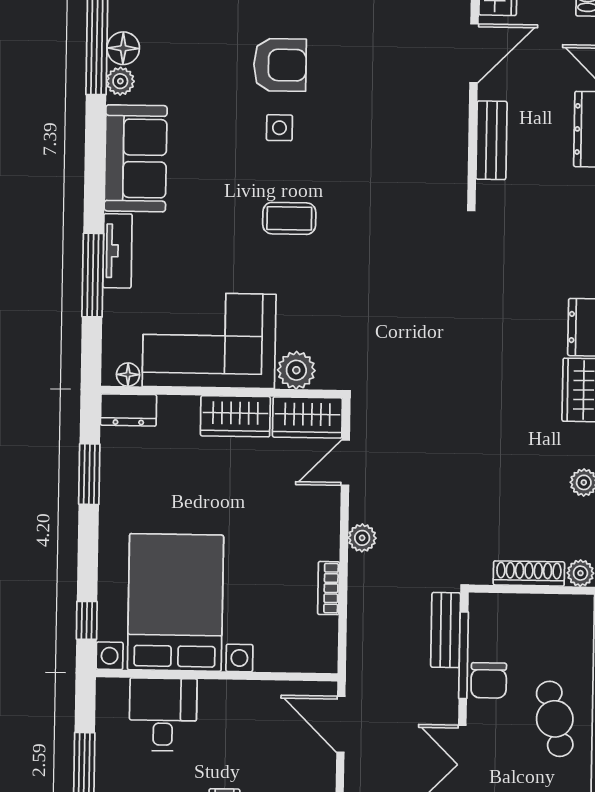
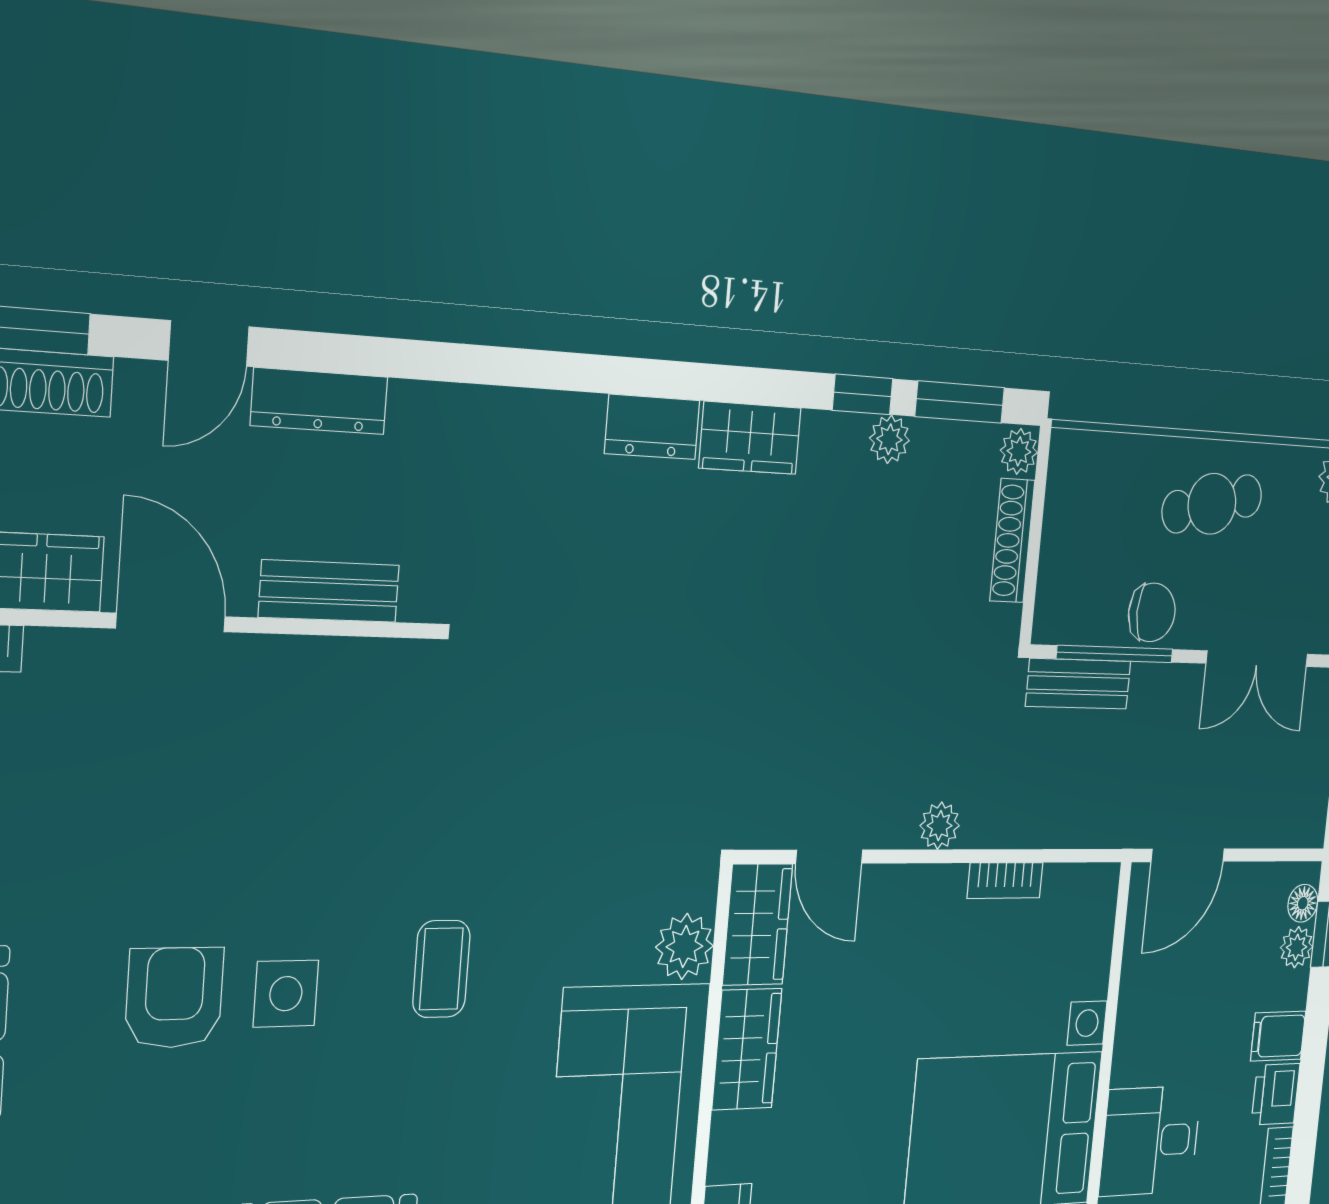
side table: (279, 128) -> (286, 994), width x1.37, depth x1.37

